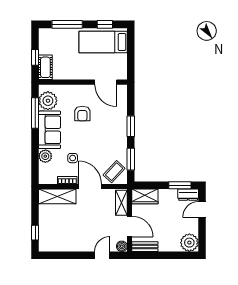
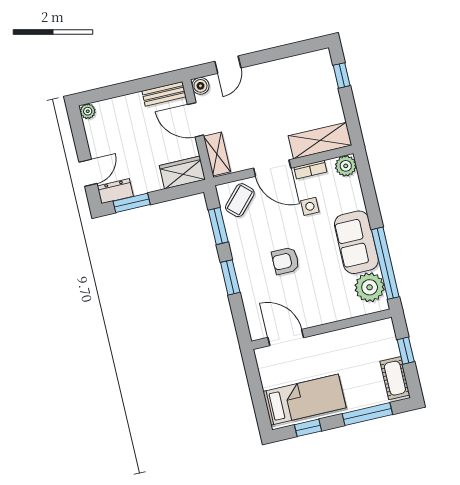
cot: (45, 67) -> (395, 378), moved
window: (35, 113) -> (385, 263), width x1.46
armchair: (82, 114) -> (285, 261), moved, turned -90
plant: (45, 156) -> (346, 166), moved
plant: (189, 243) -> (88, 111), width x0.53, depth x0.53

